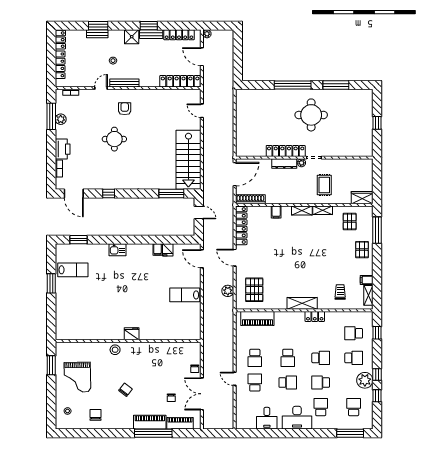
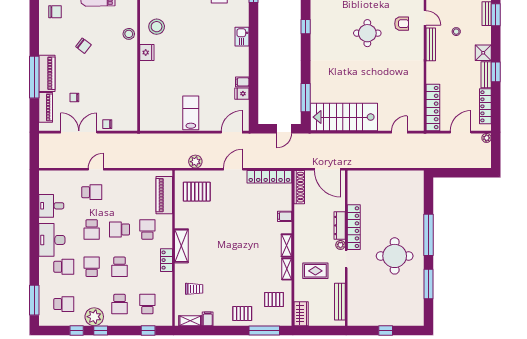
armchair: (125, 109) -> (402, 24), moved
bench: (351, 163) -> (340, 302), added
stool: (109, 325) -> (157, 27), added
school desk: (255, 358) -> (147, 229), moved, turned 90

